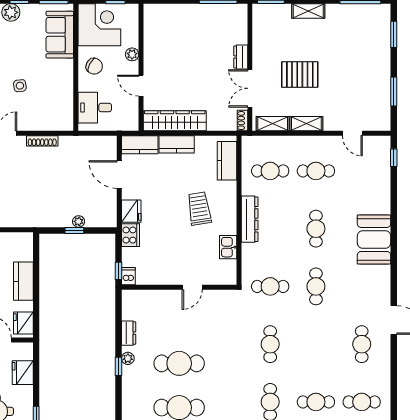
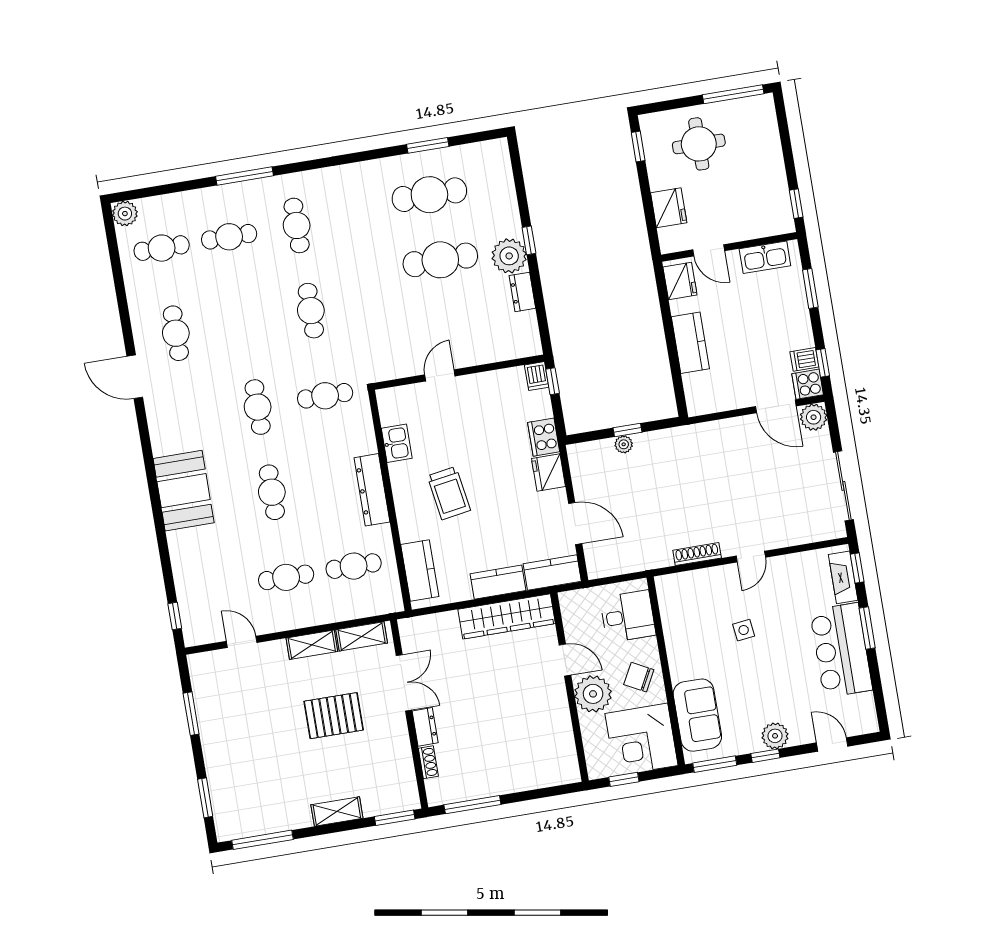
plant: (132, 54) -> (593, 694), width x1.88, depth x1.88
shoe rack: (242, 121) -> (428, 762), moved
plant: (128, 358) -> (509, 256), width x1.87, depth x1.87

